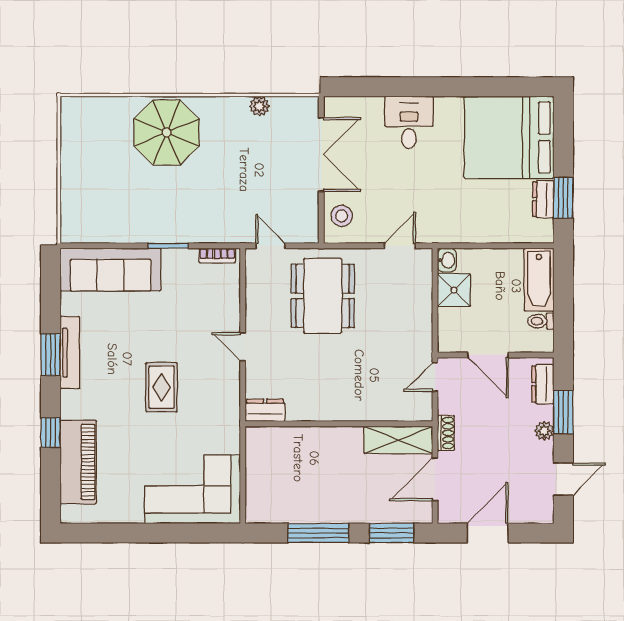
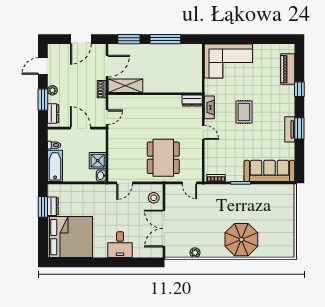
tv unit: (70, 353) -> (290, 129), width x0.71
fireplace: (231, 396) -> (209, 107), added
piano: (78, 462) -> (288, 69), width x0.73, depth x0.75

